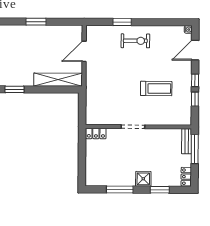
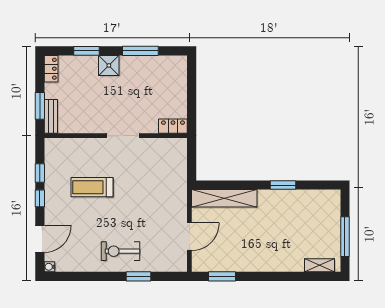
window: (36, 22) -> (222, 276), moved
window: (195, 149) -> (40, 106), width x0.69

